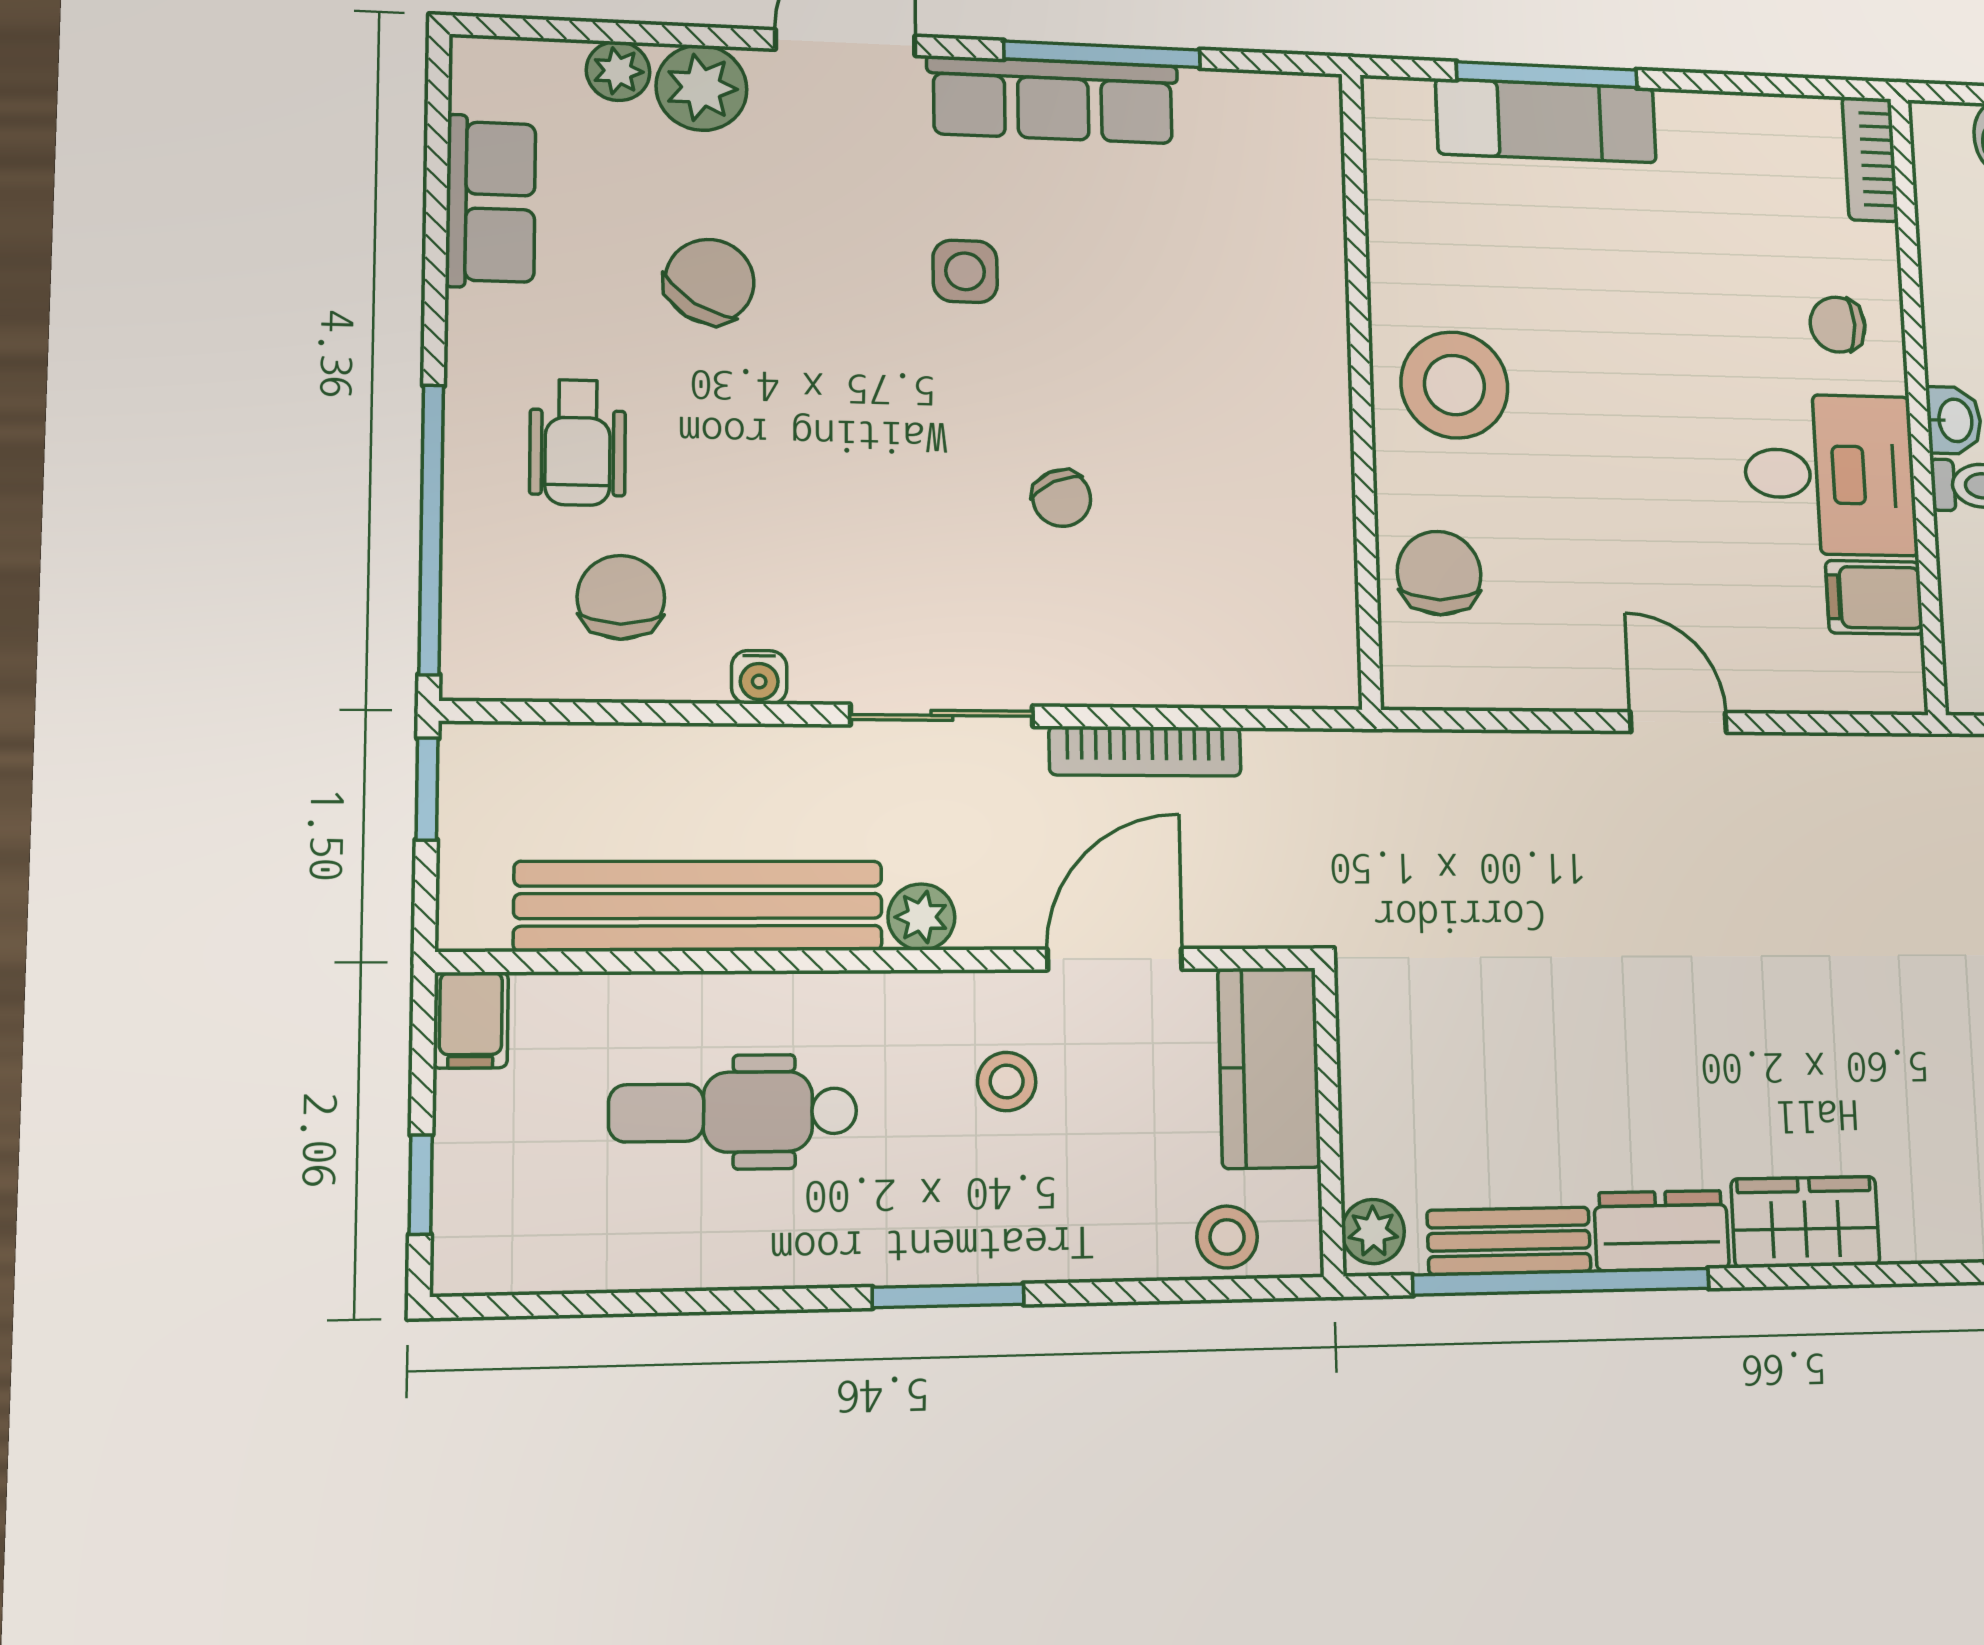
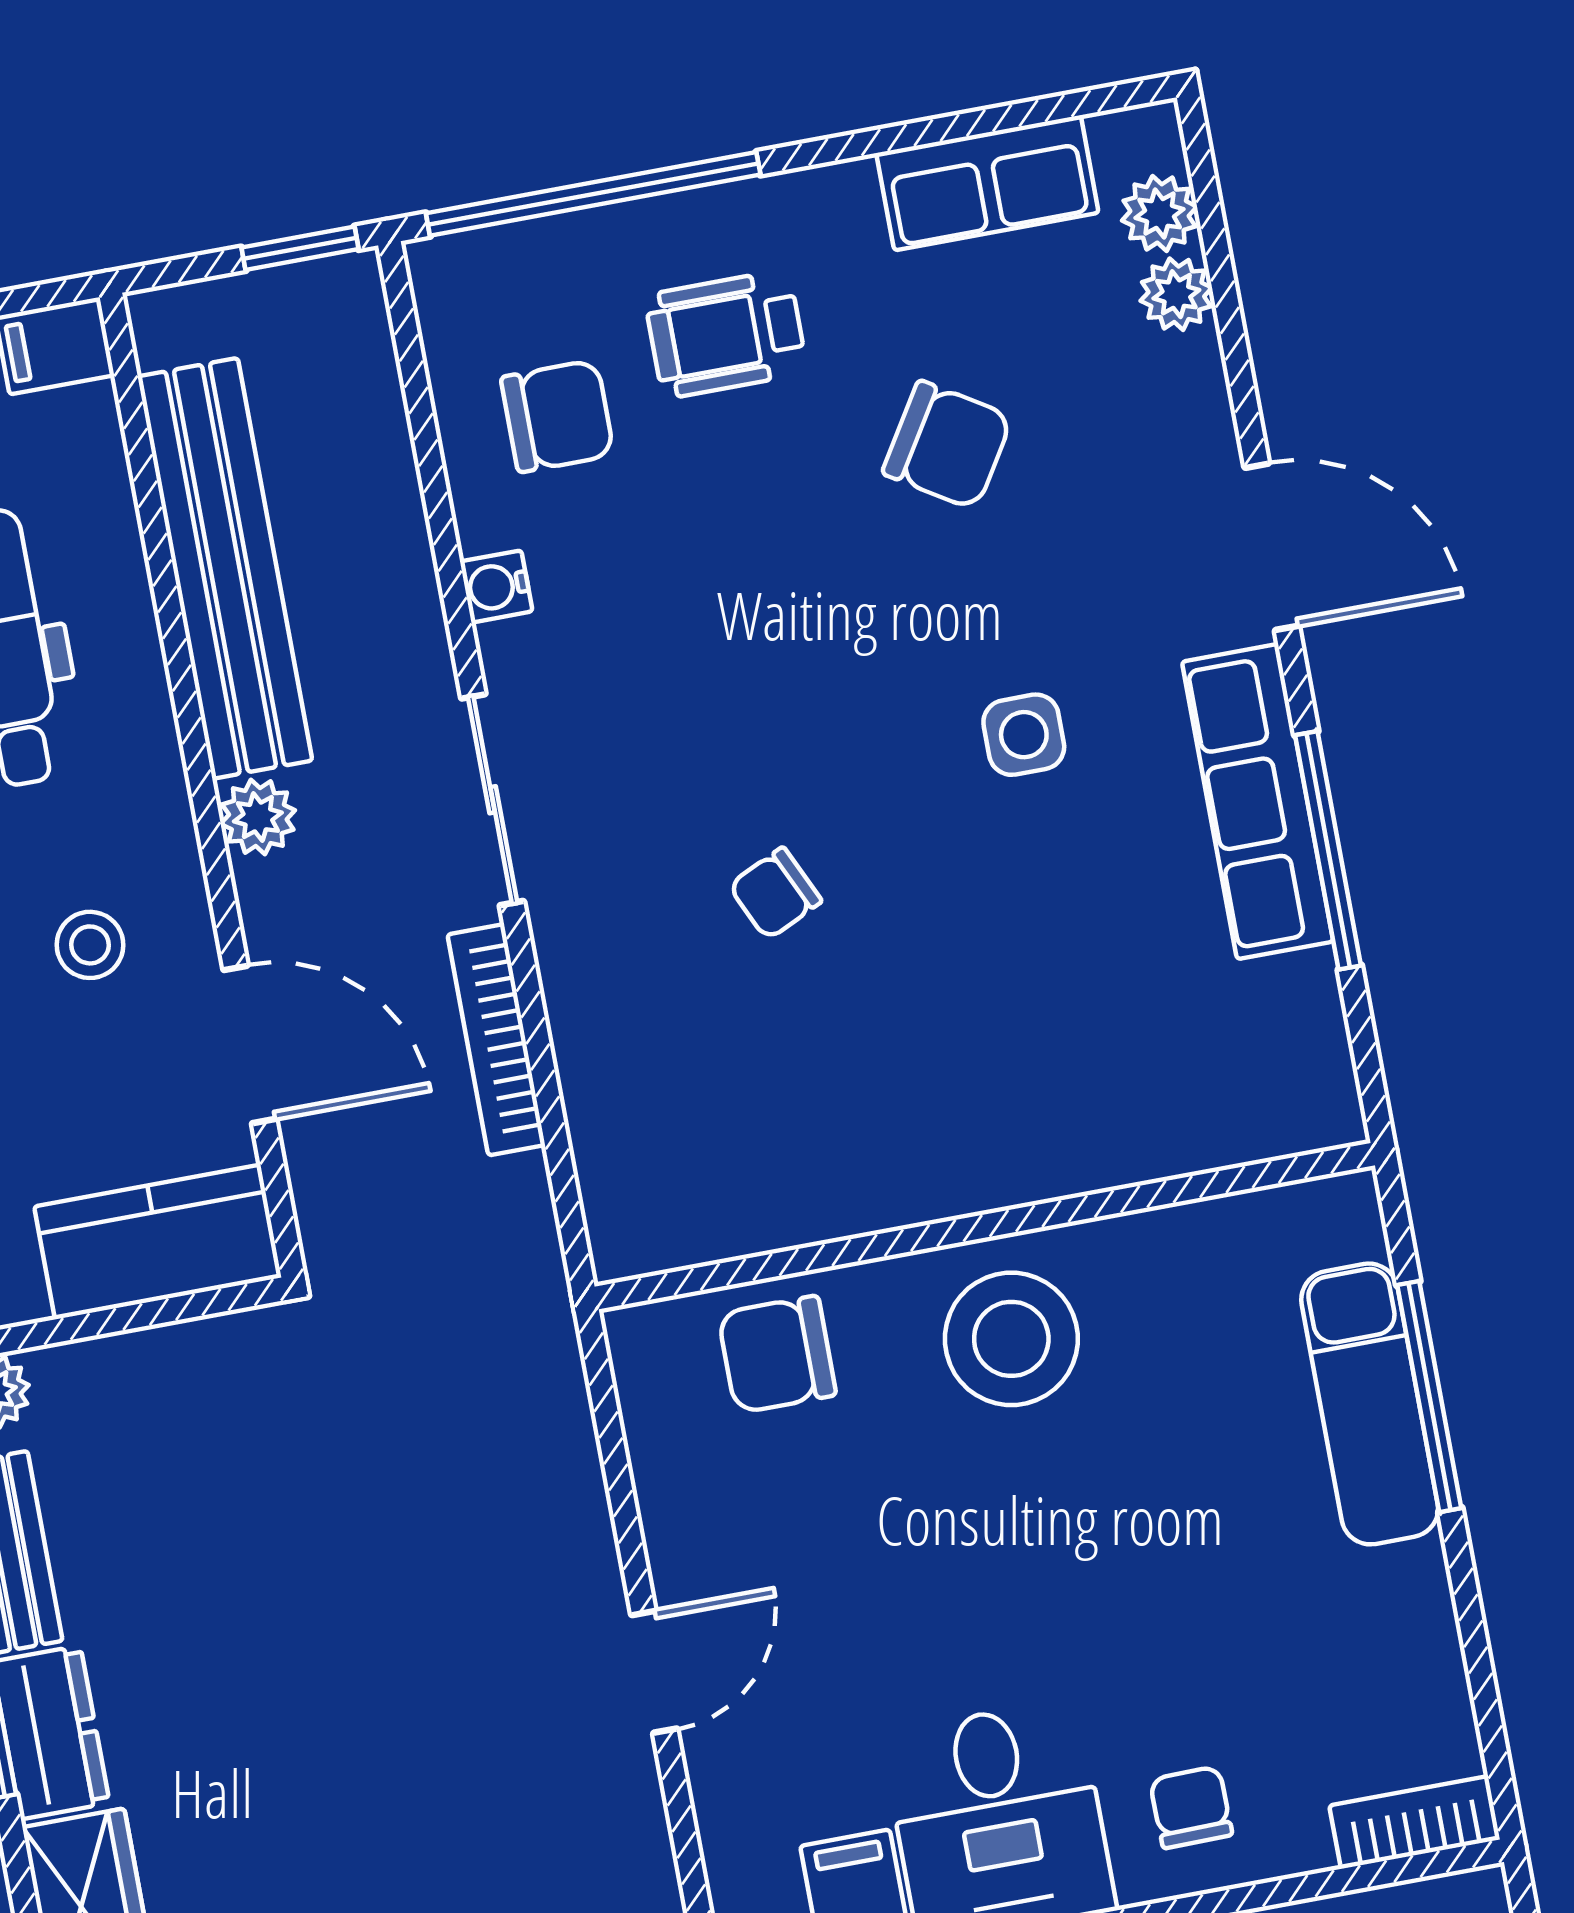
plant: (702, 88) -> (1160, 214), moved, width x0.73, depth x0.73
chair: (1439, 573) -> (777, 1354), turned 180

